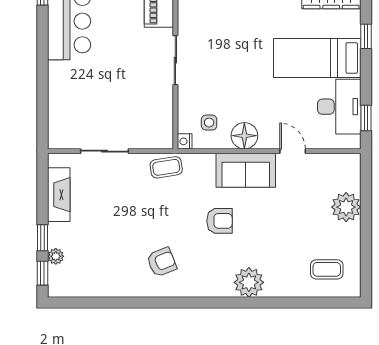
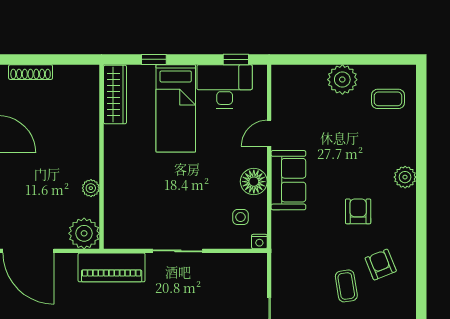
coffee table: (166, 167) -> (346, 286), moved
plant: (346, 207) -> (342, 80), moved
armchair: (220, 221) -> (358, 211), moved
coffee table: (327, 269) -> (388, 99), turned 90
plant: (249, 282) -> (405, 177), width x0.73, depth x0.73

